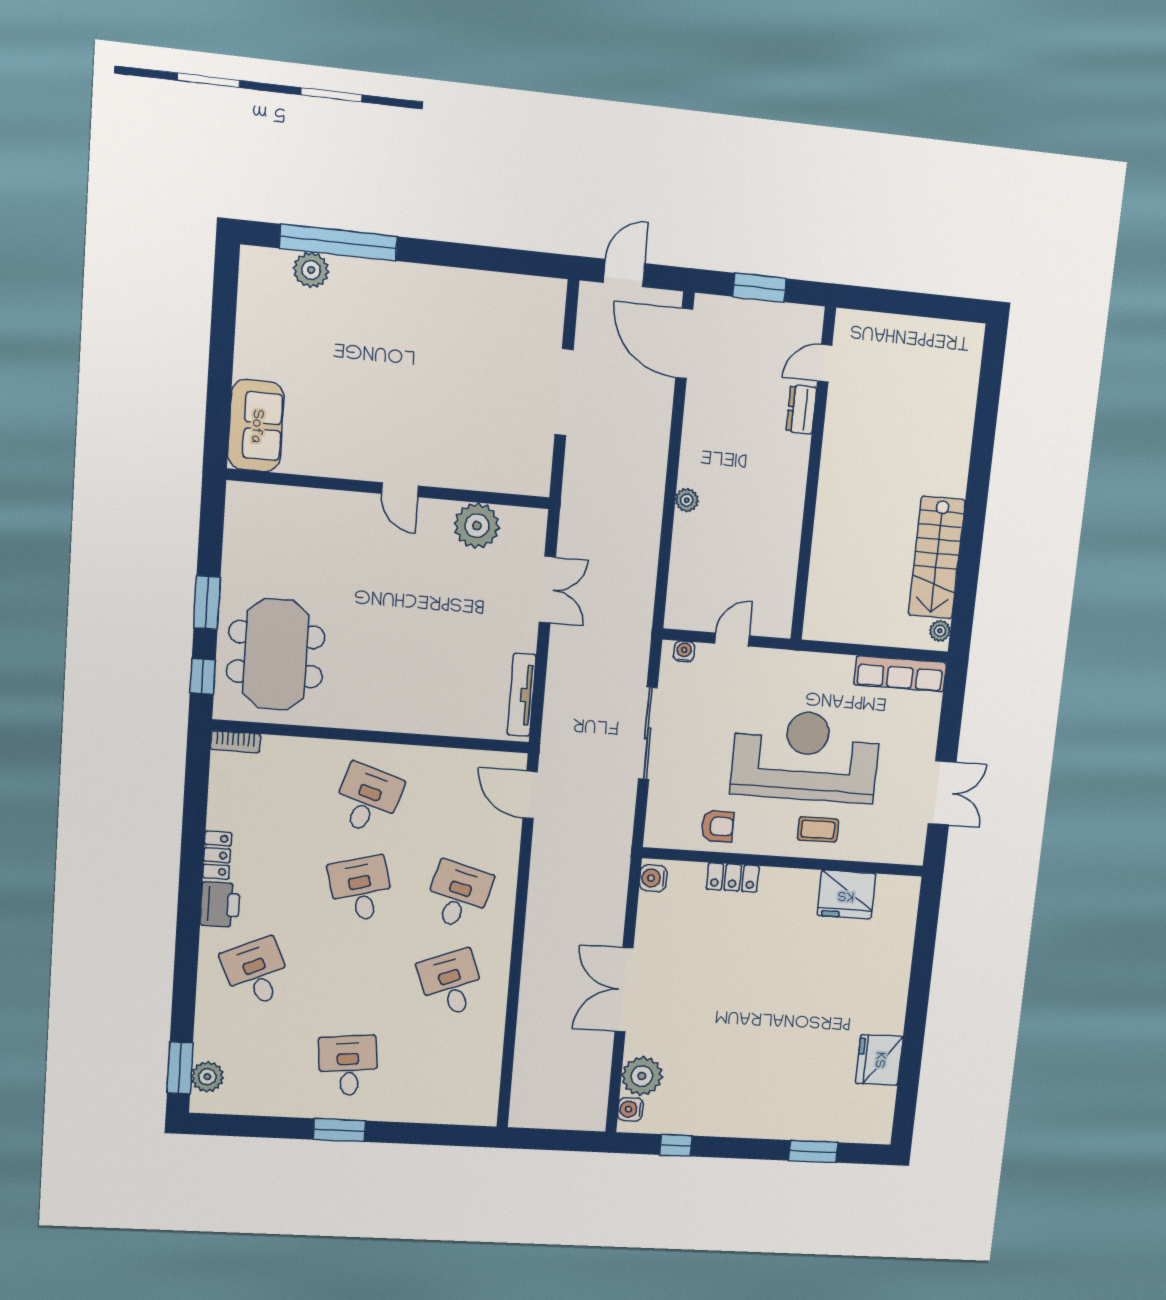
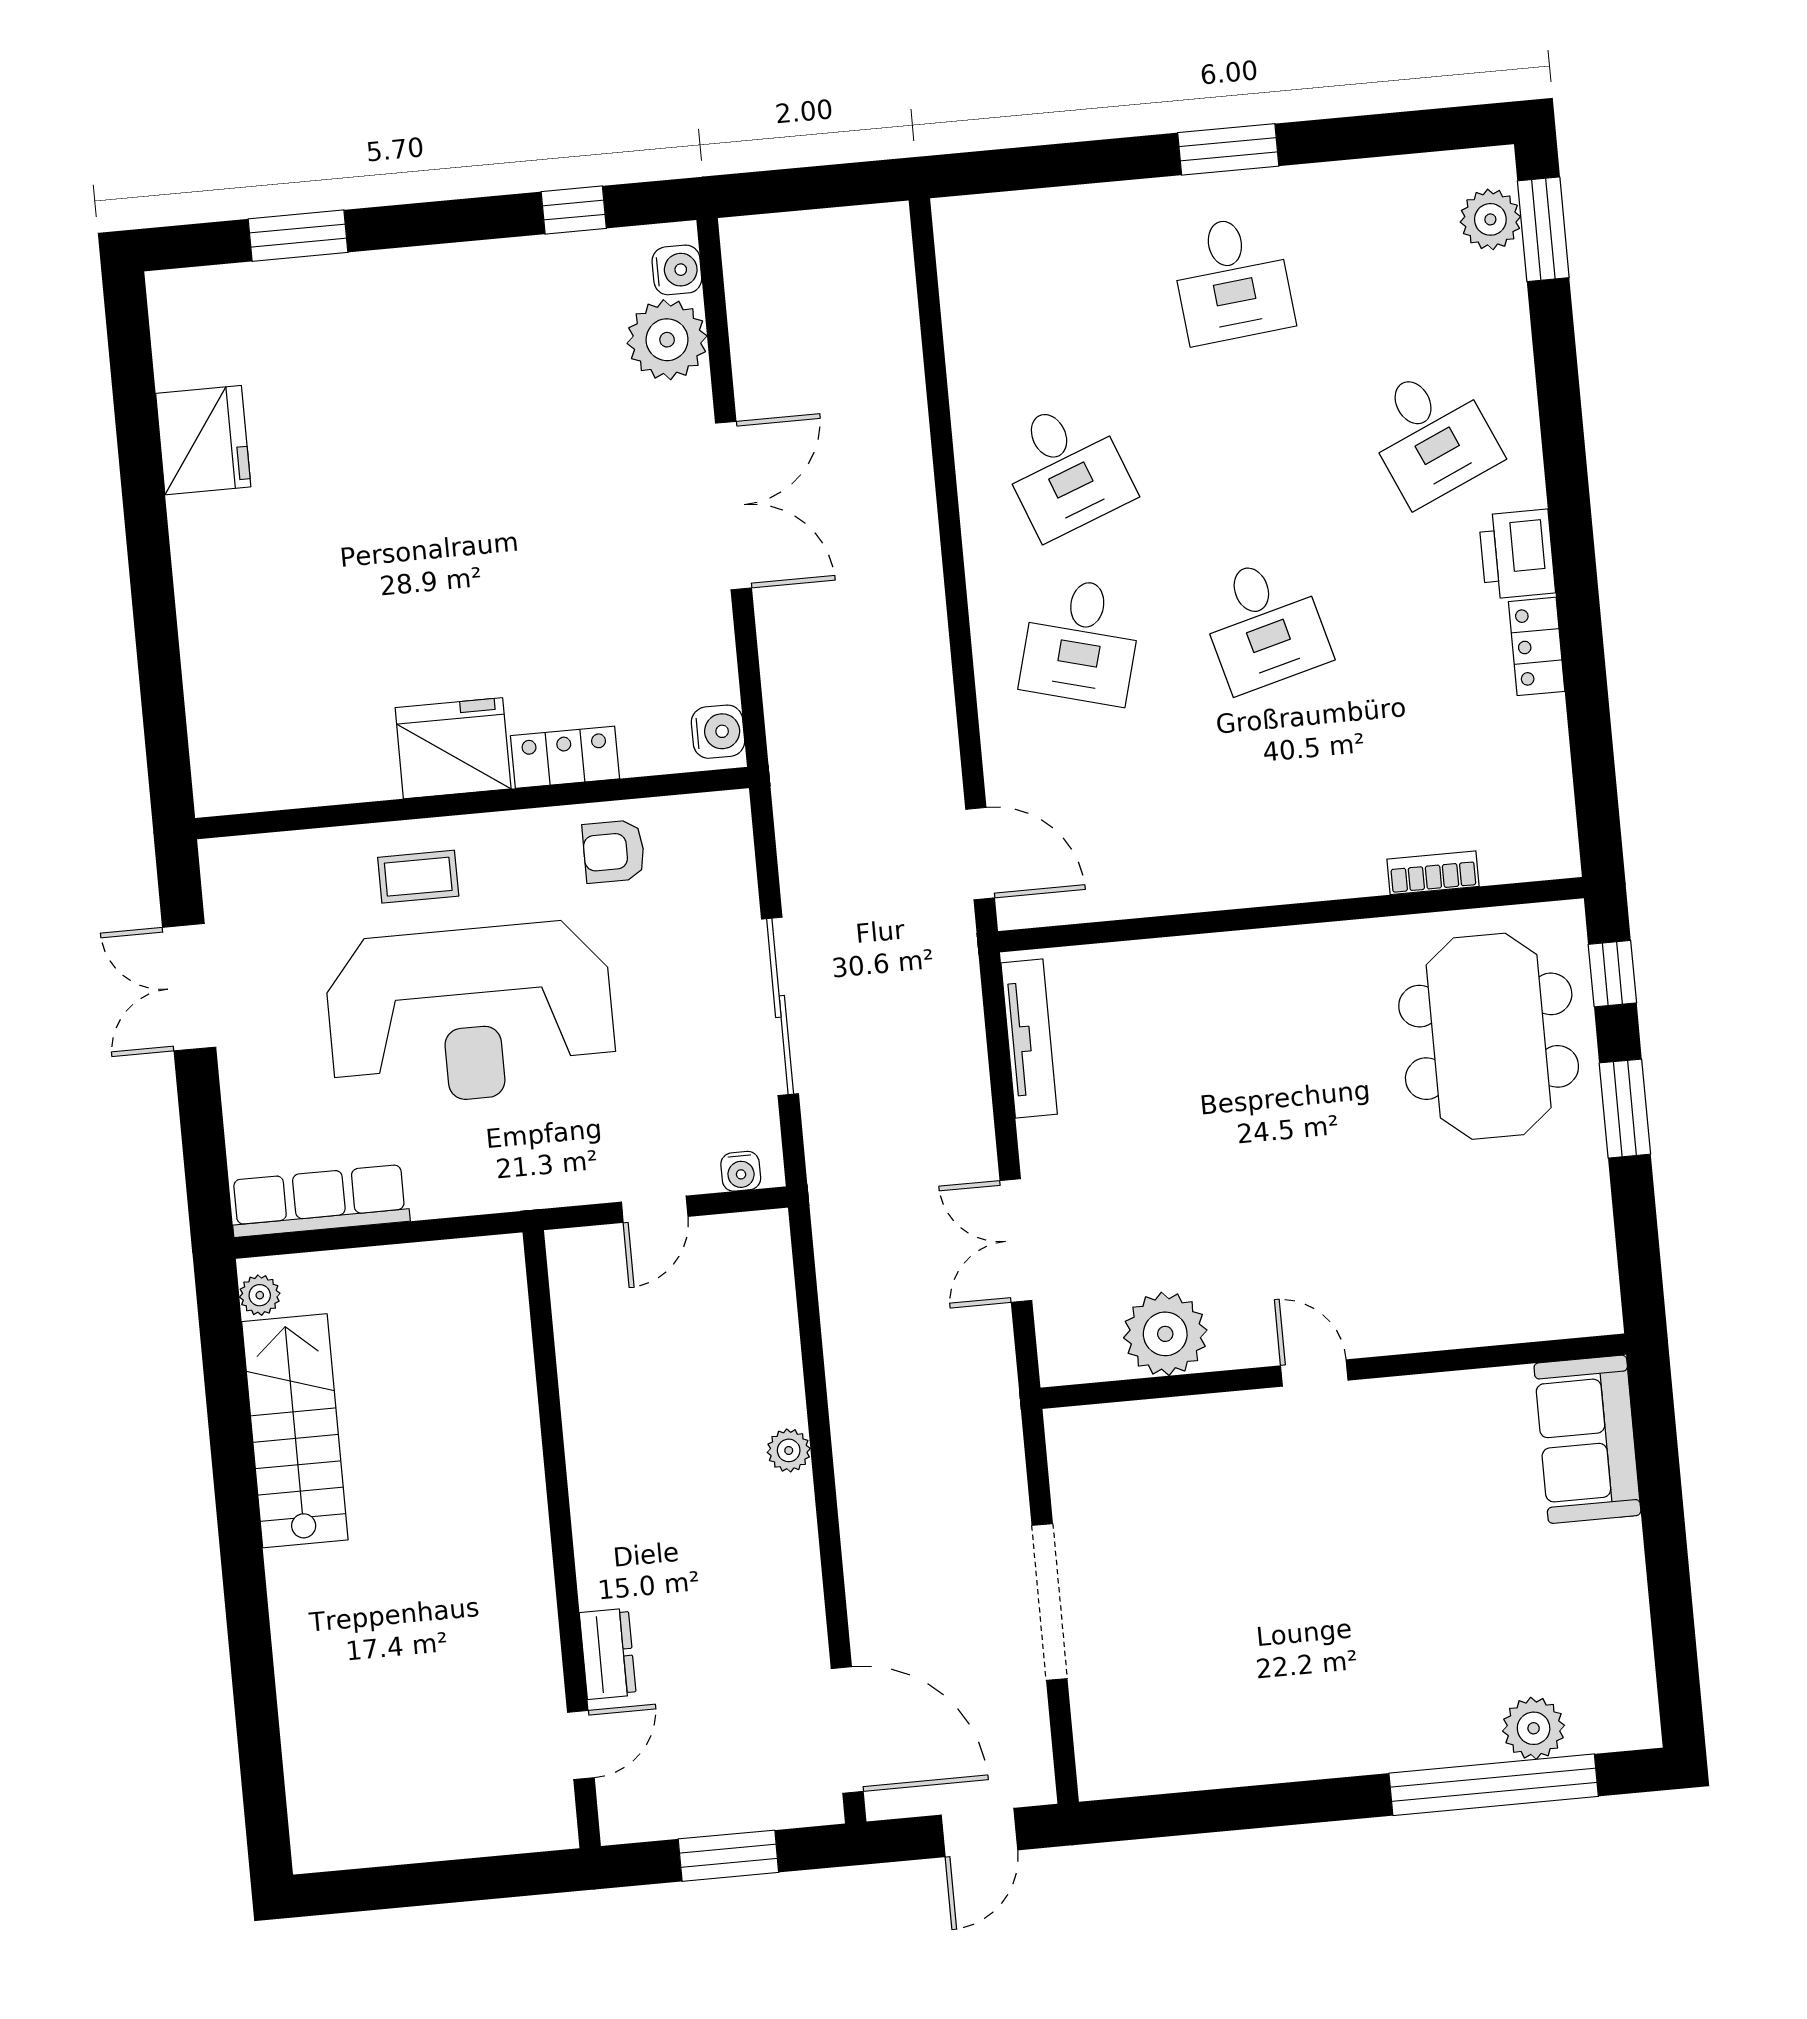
bookcase: (235, 742) -> (1433, 873), moved
desk: (367, 799) -> (1280, 796), removed
fridge: (846, 895) -> (453, 748), moved

